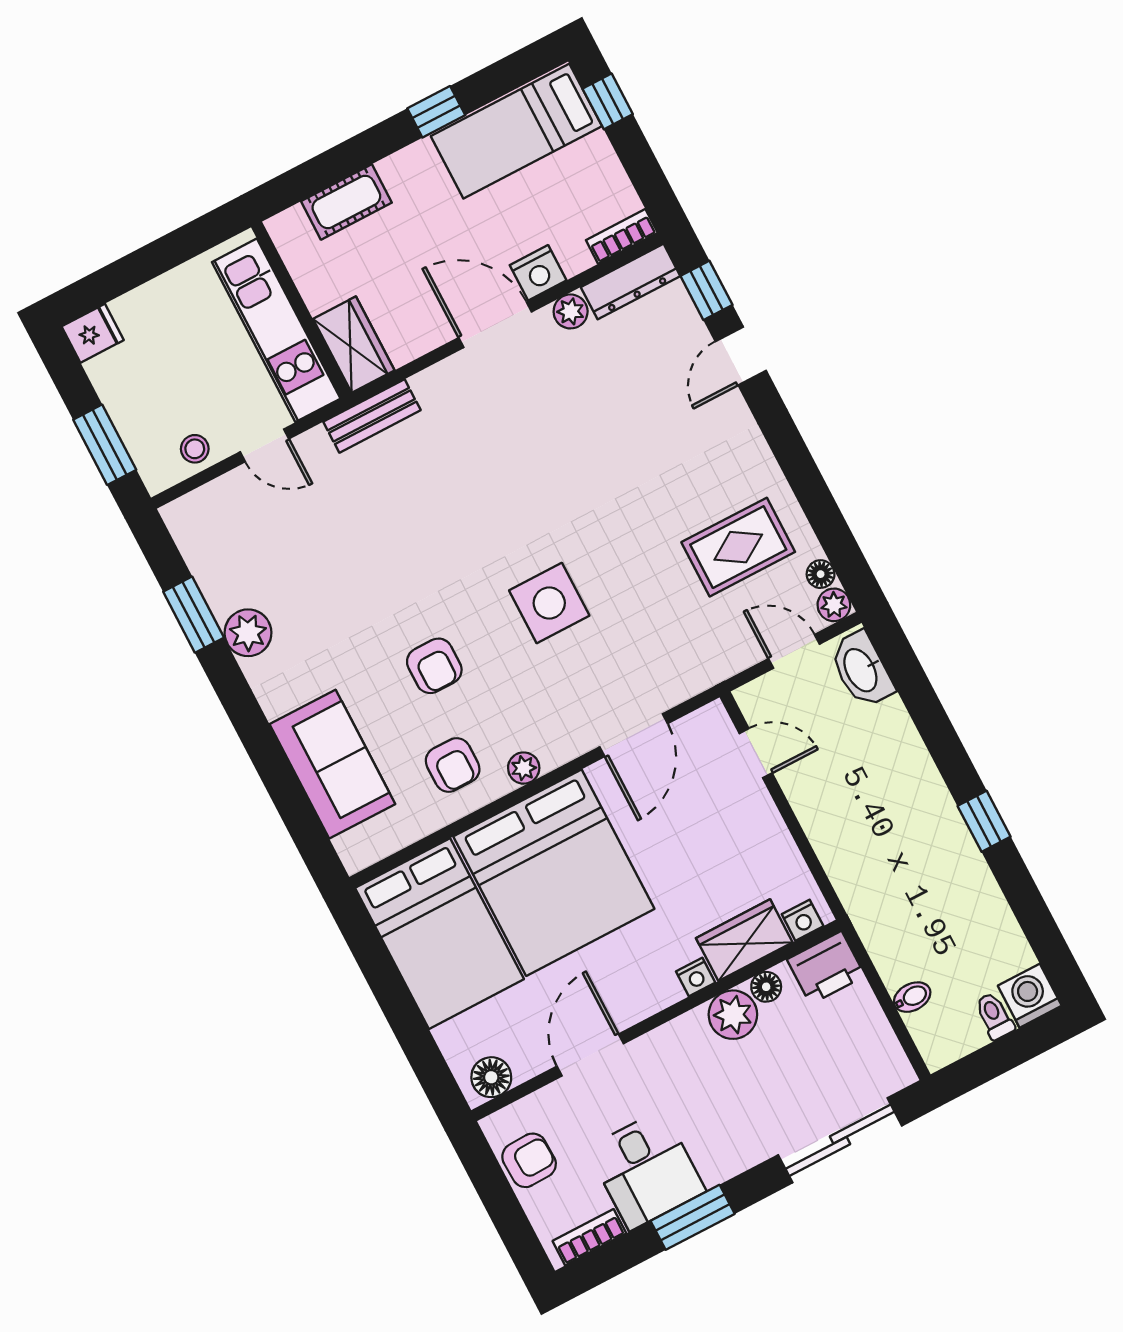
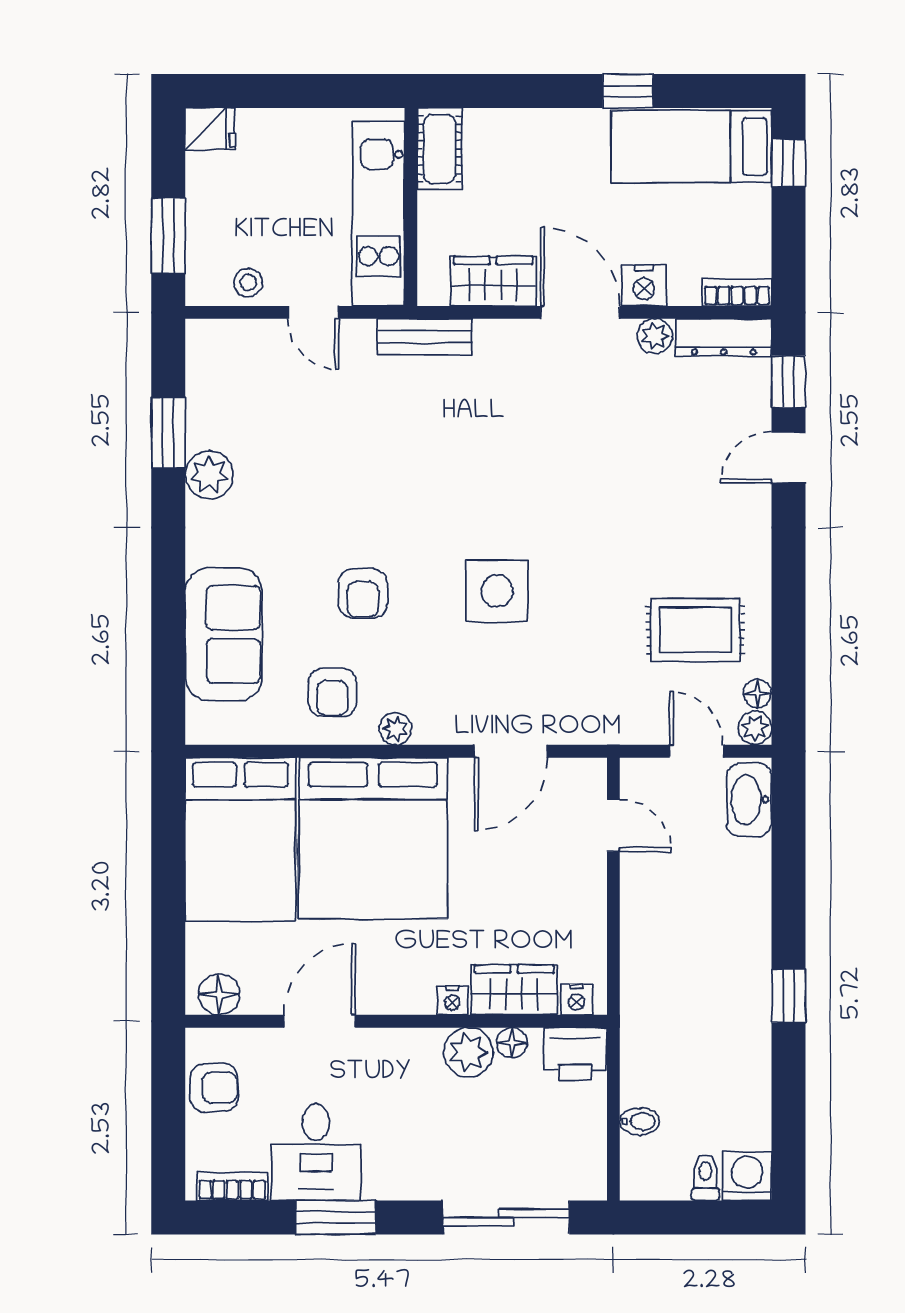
cot: (346, 202) -> (440, 149), moved, turned 90
wardrobe: (354, 345) -> (493, 281), moved, turned -90

